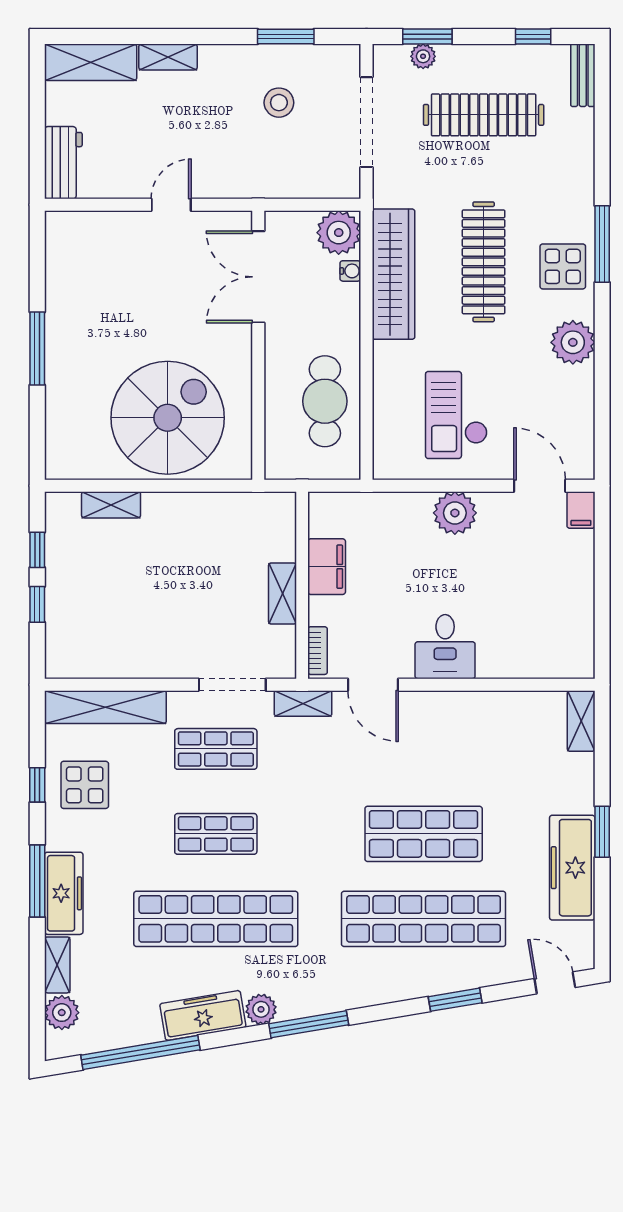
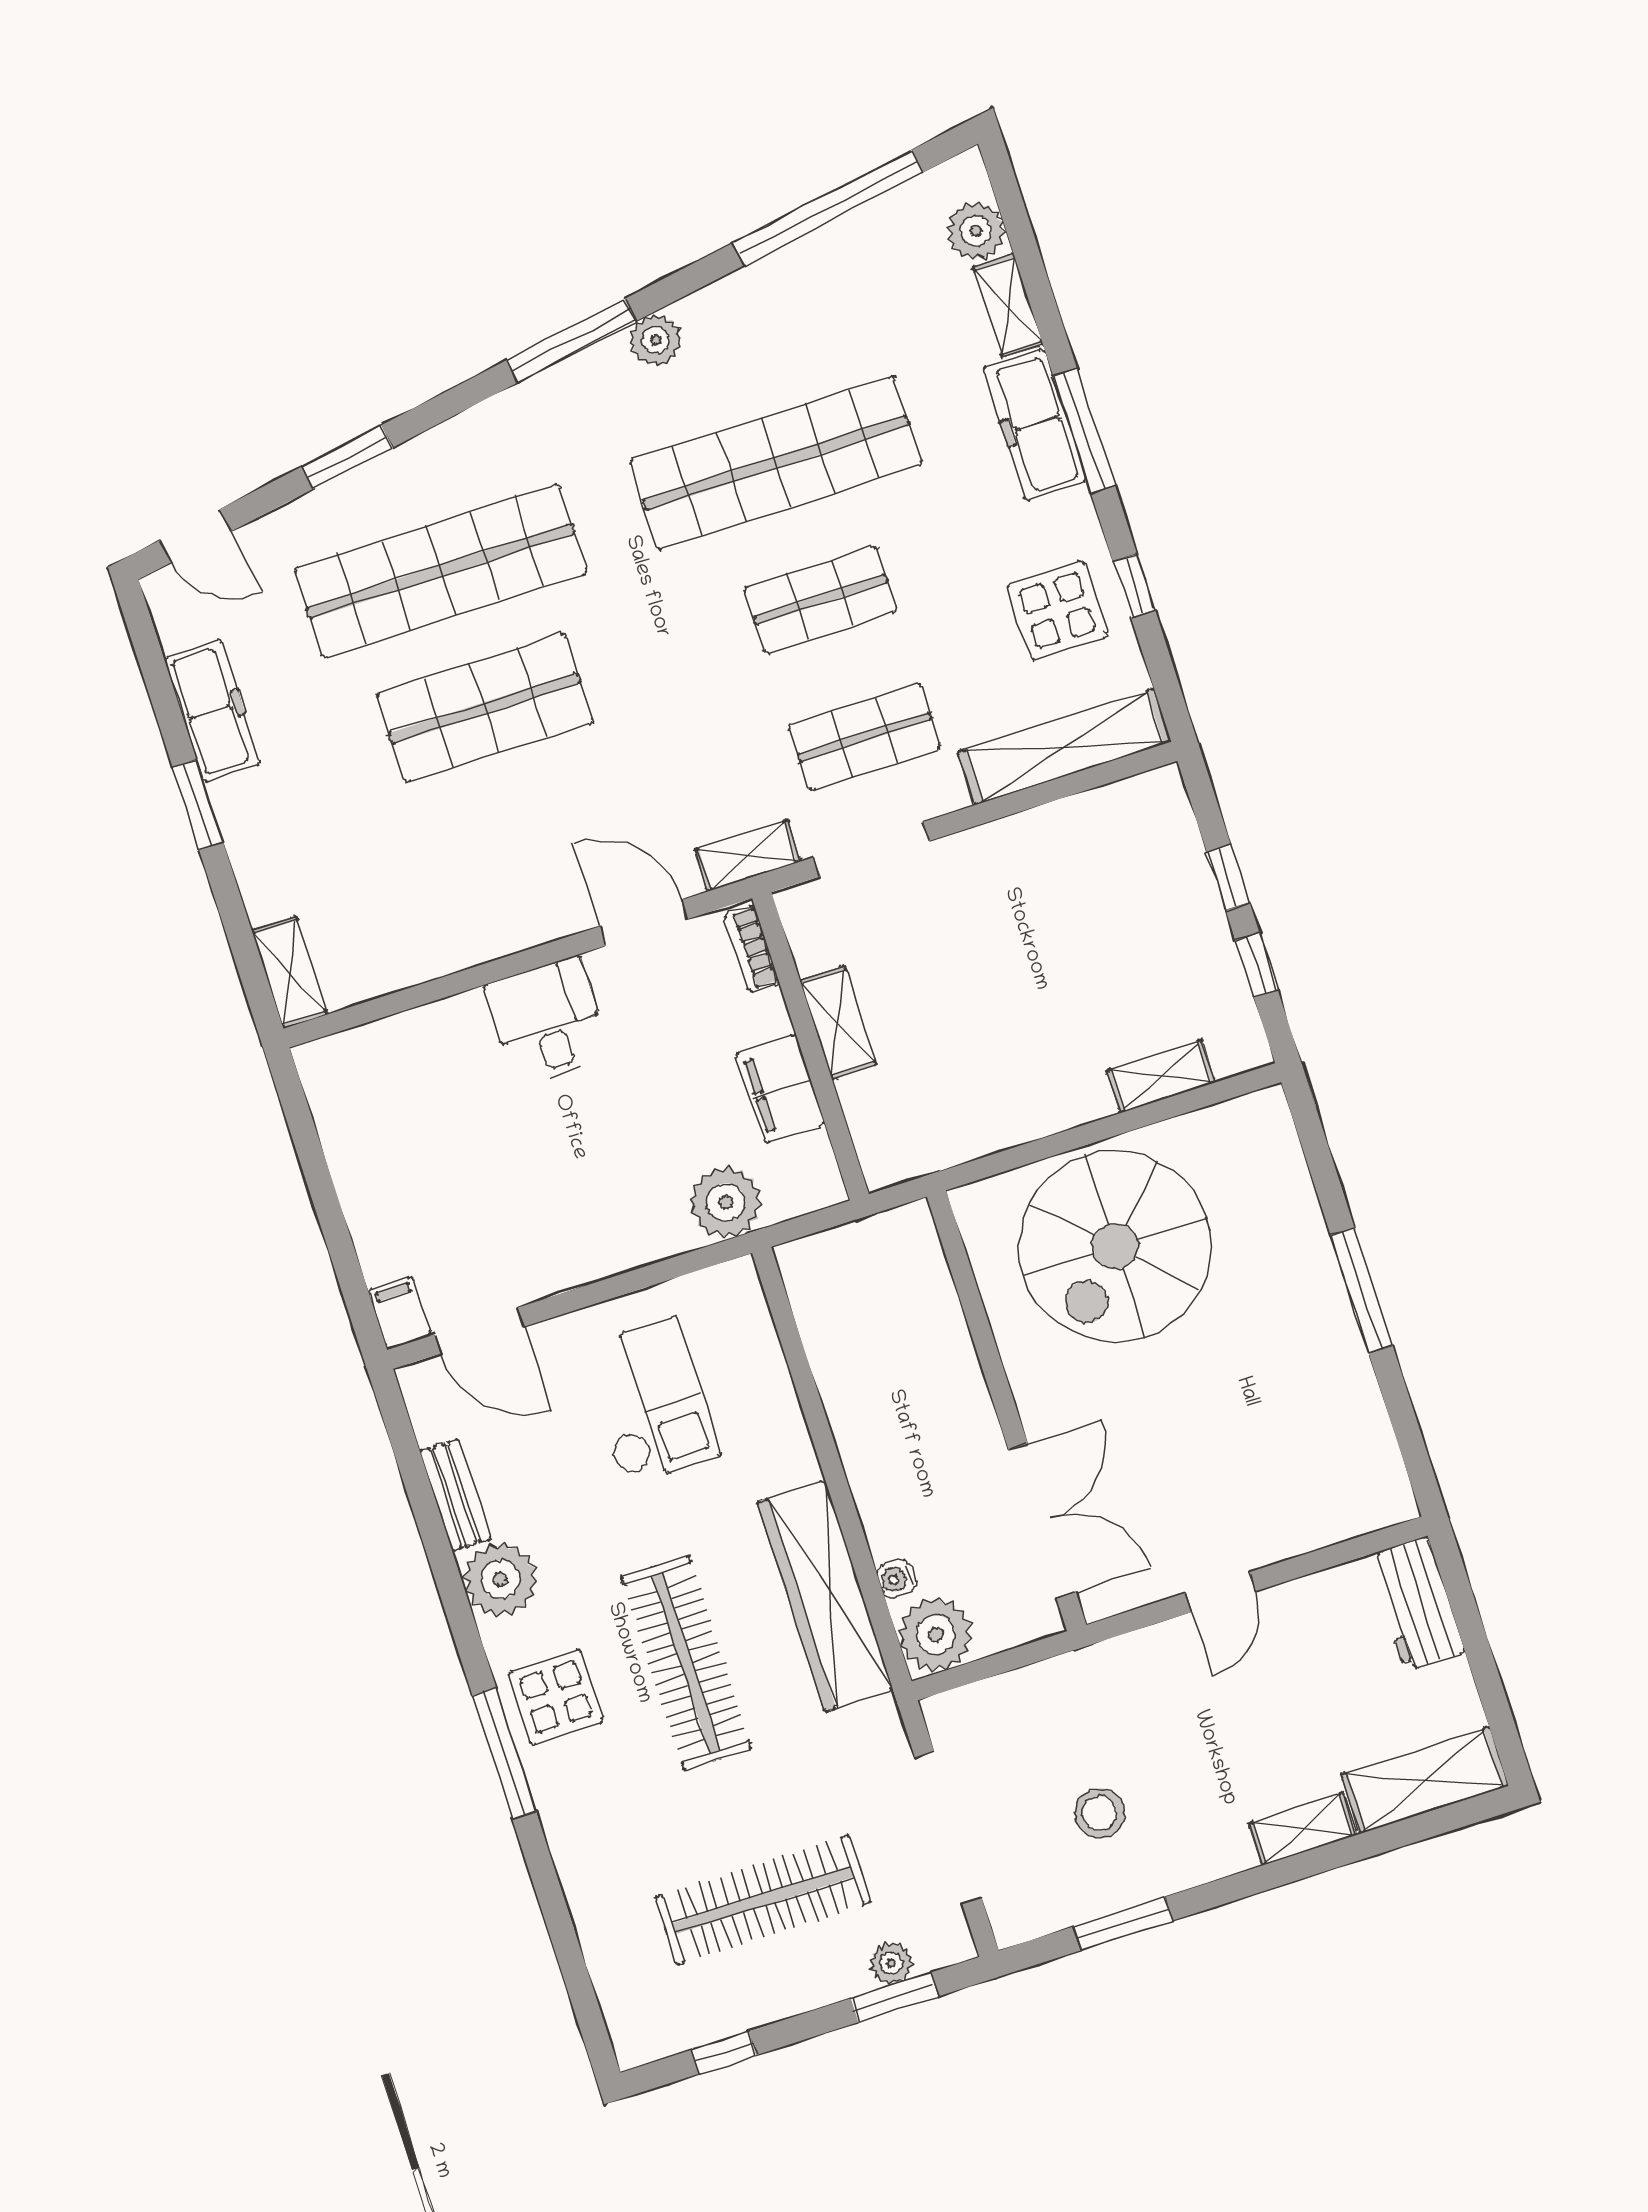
bench: (583, 75) -> (455, 1495), moved
cafe table: (325, 401) -> (870, 1355), removed
plant: (455, 513) -> (726, 1202), moved
freezer: (572, 868) -> (212, 711), width x0.73, depth x0.79
freezer: (203, 1015) -> (746, 300), removed

